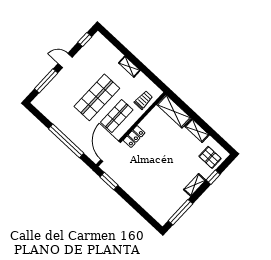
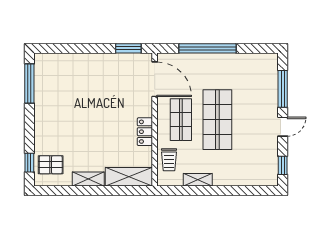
shelving: (129, 67) -> (198, 180), moved
locker: (134, 137) -> (145, 132), moved
window: (213, 177) -> (29, 163), moved
shelving: (195, 185) -> (41, 123), removed

